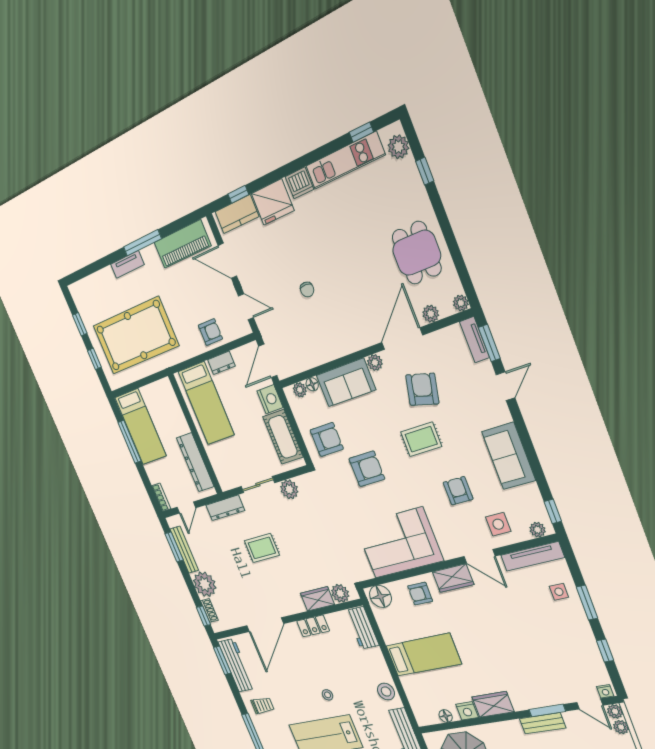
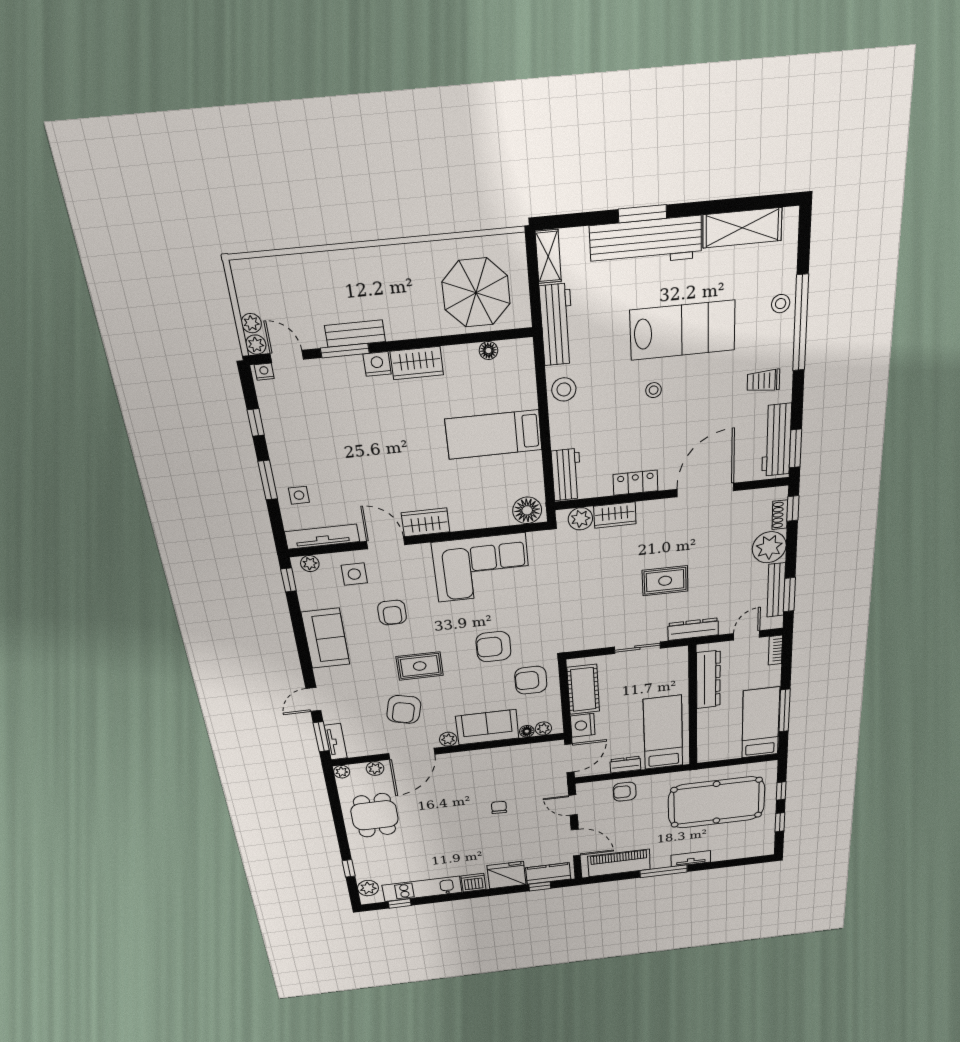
plant: (289, 489) -> (599, 638), removed
armchair: (420, 594) -> (473, 509), removed
nightstand: (467, 711) -> (377, 364), moved

